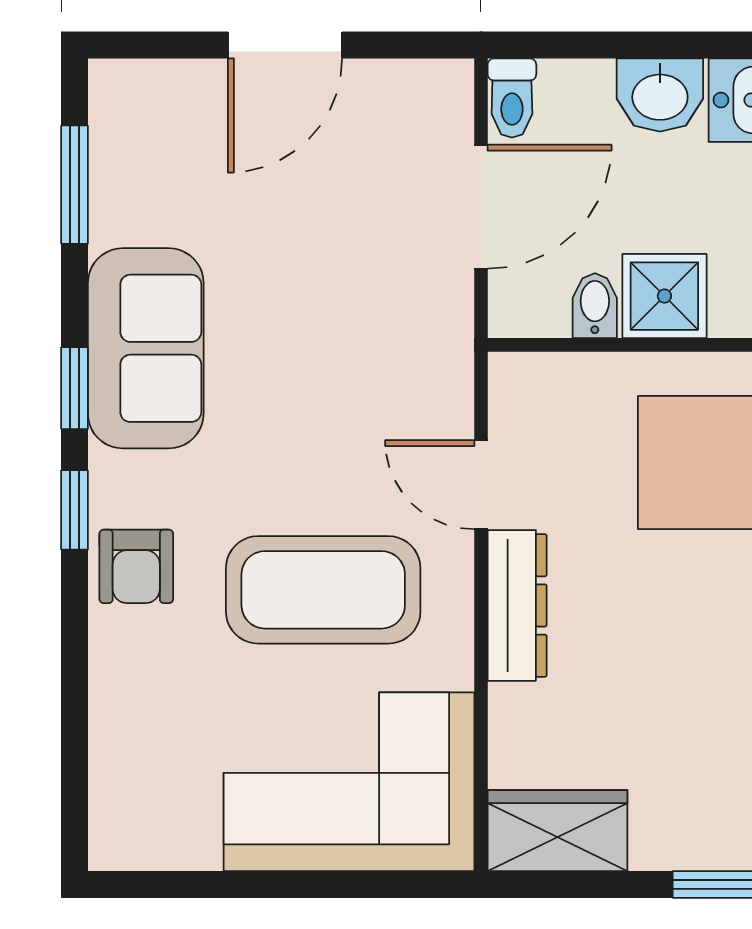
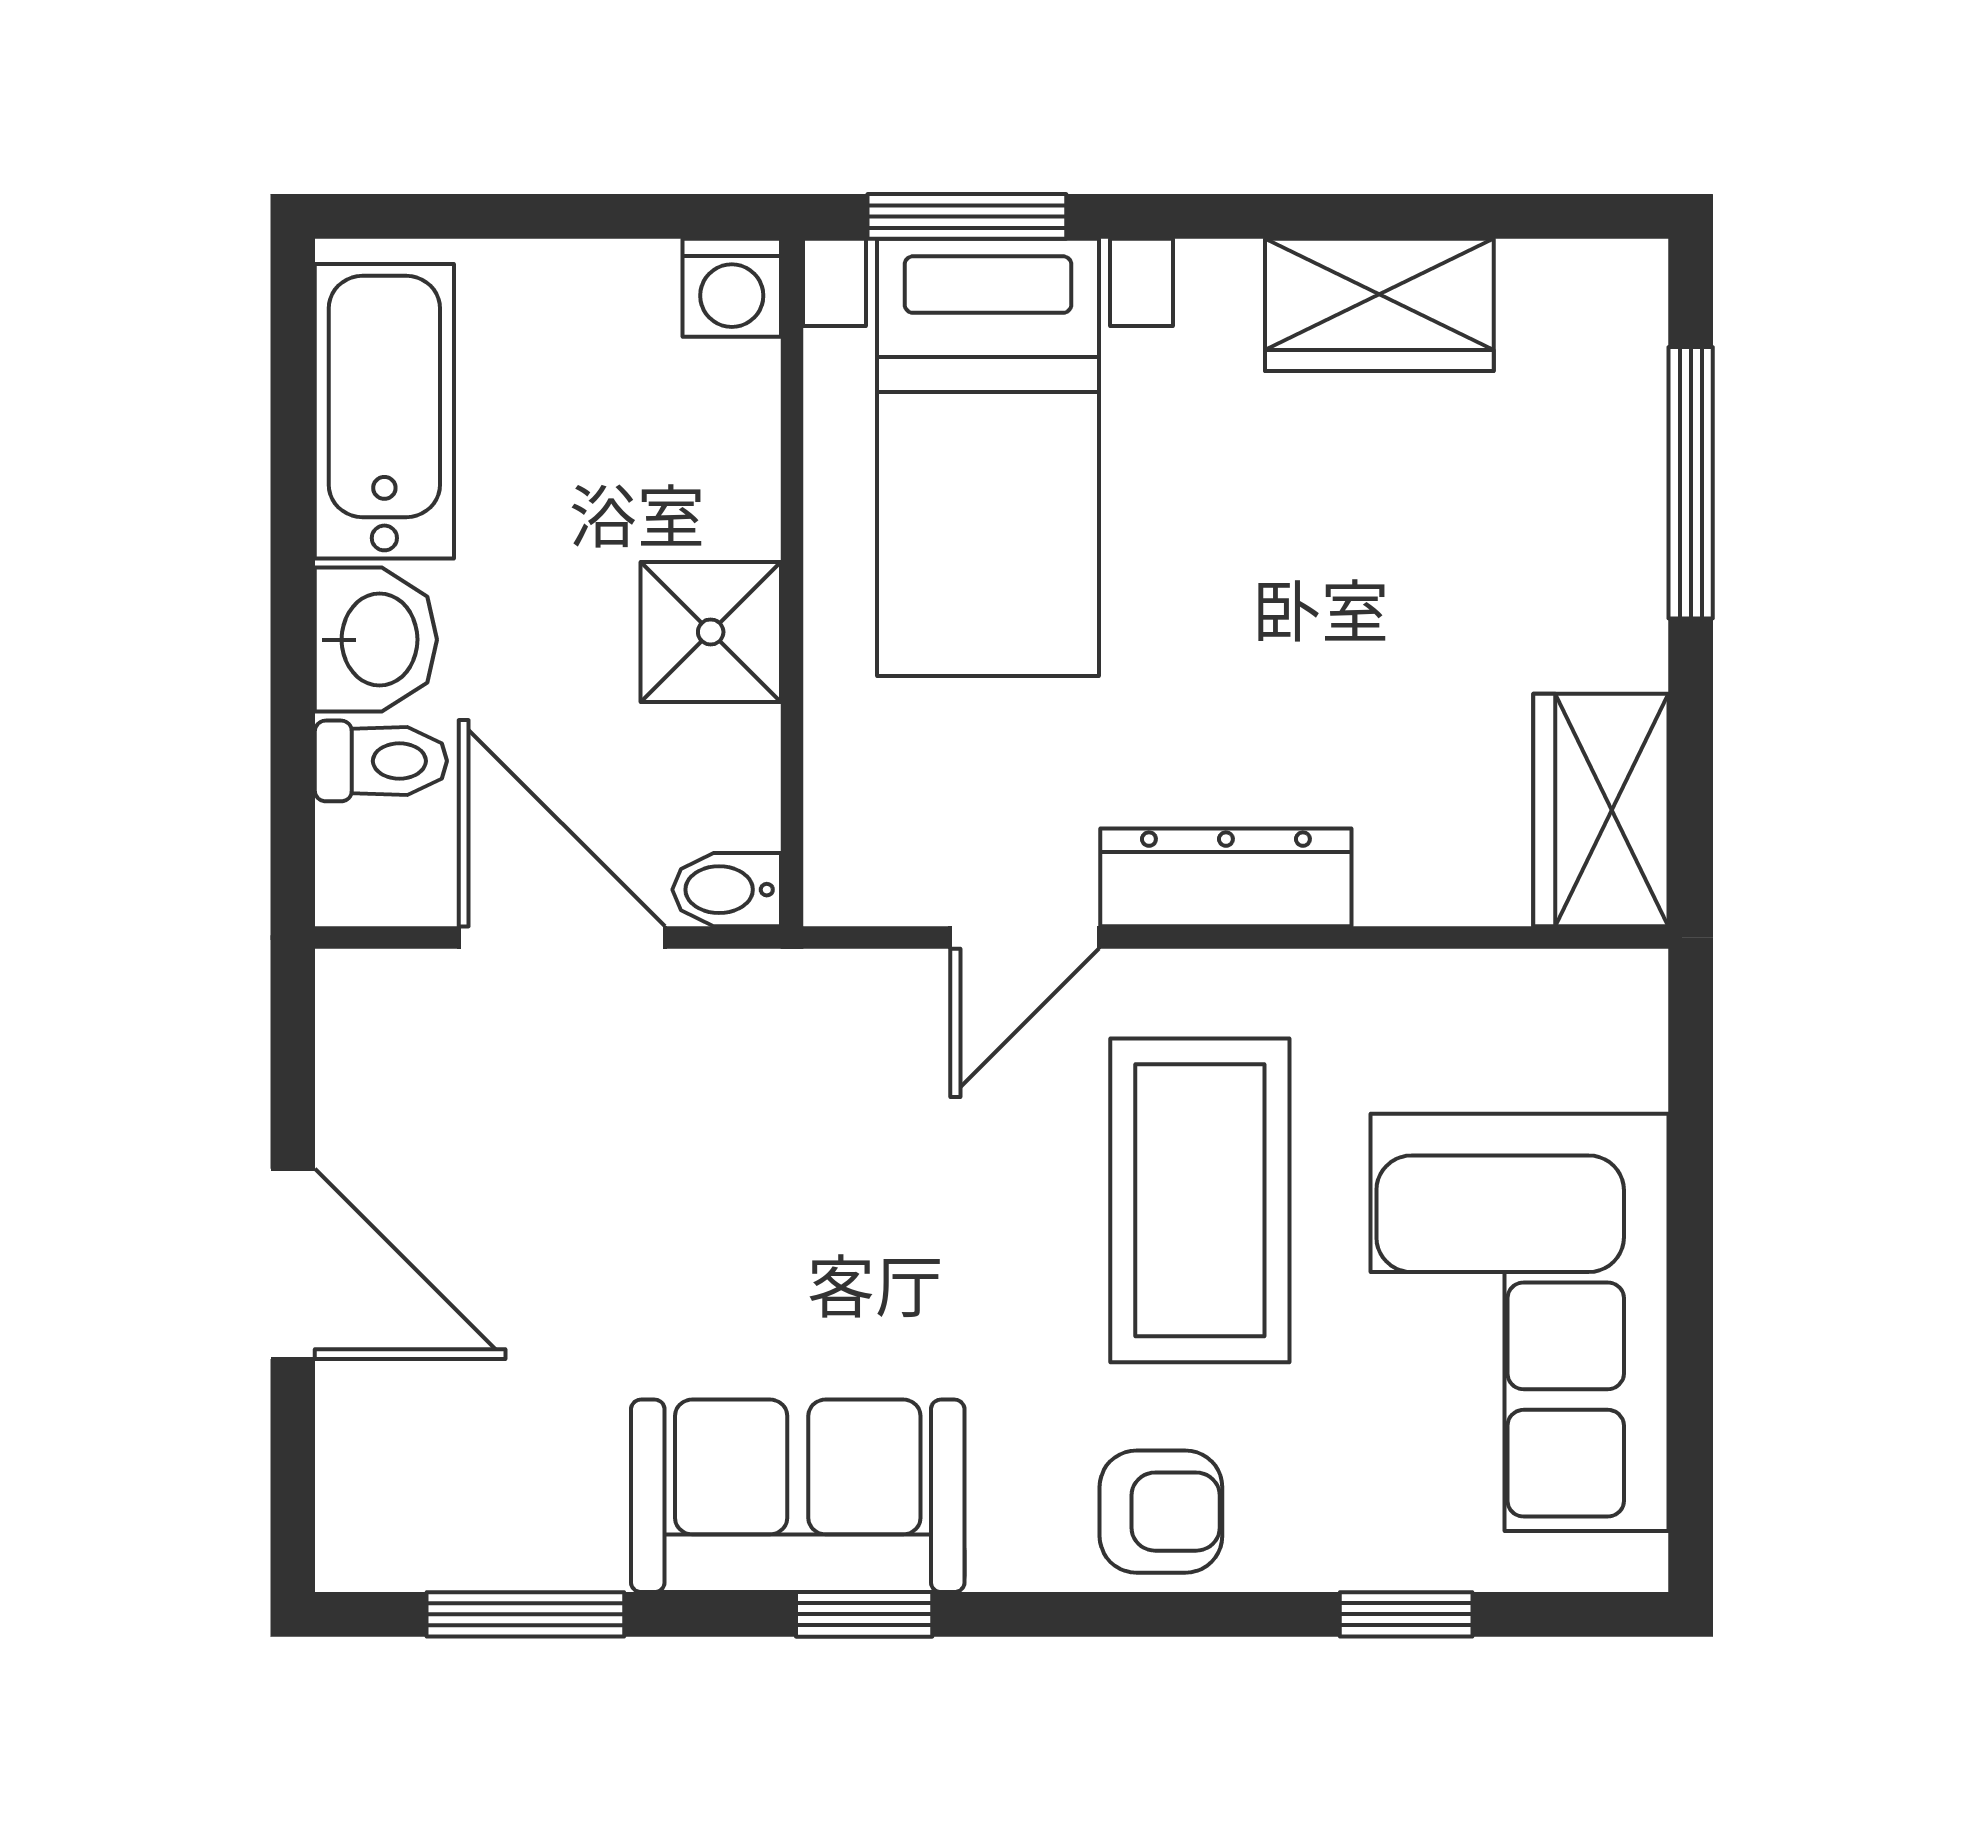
toilet: (512, 98) -> (381, 761), moved
bidet: (595, 306) -> (727, 890), moved
window: (75, 510) -> (1406, 1614), moved
corner sofa: (349, 782) -> (1520, 1322), moved

